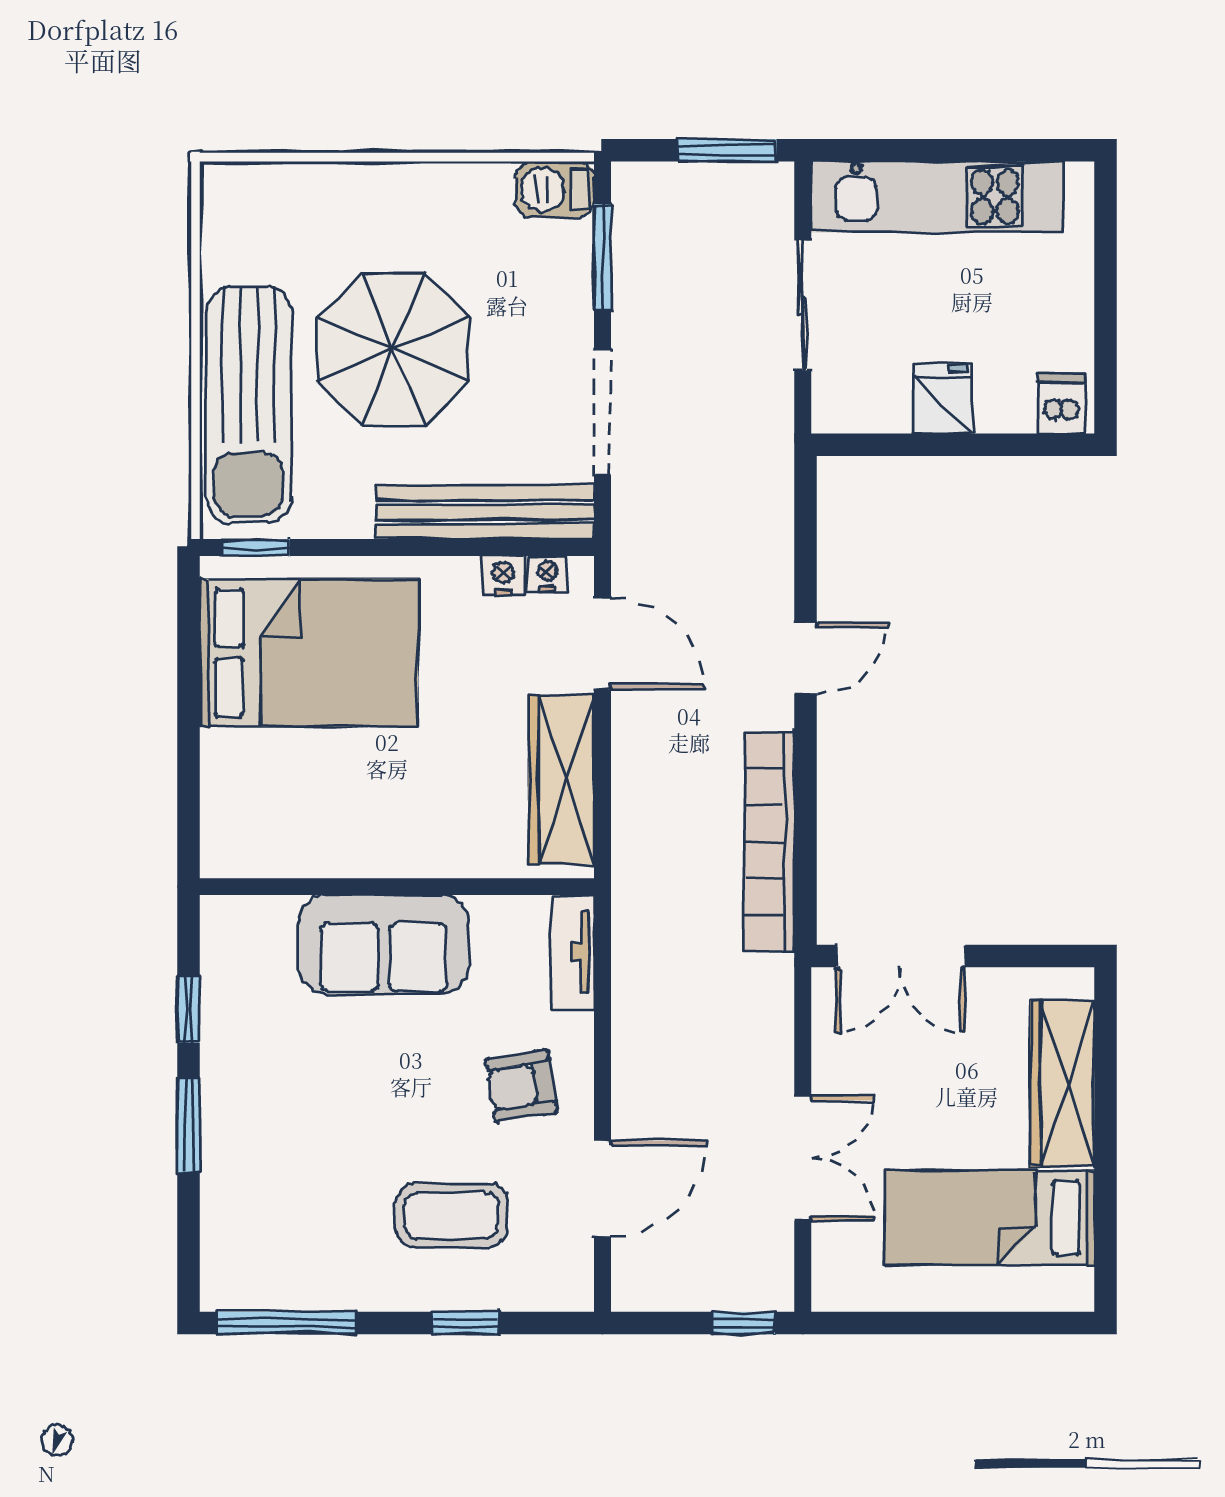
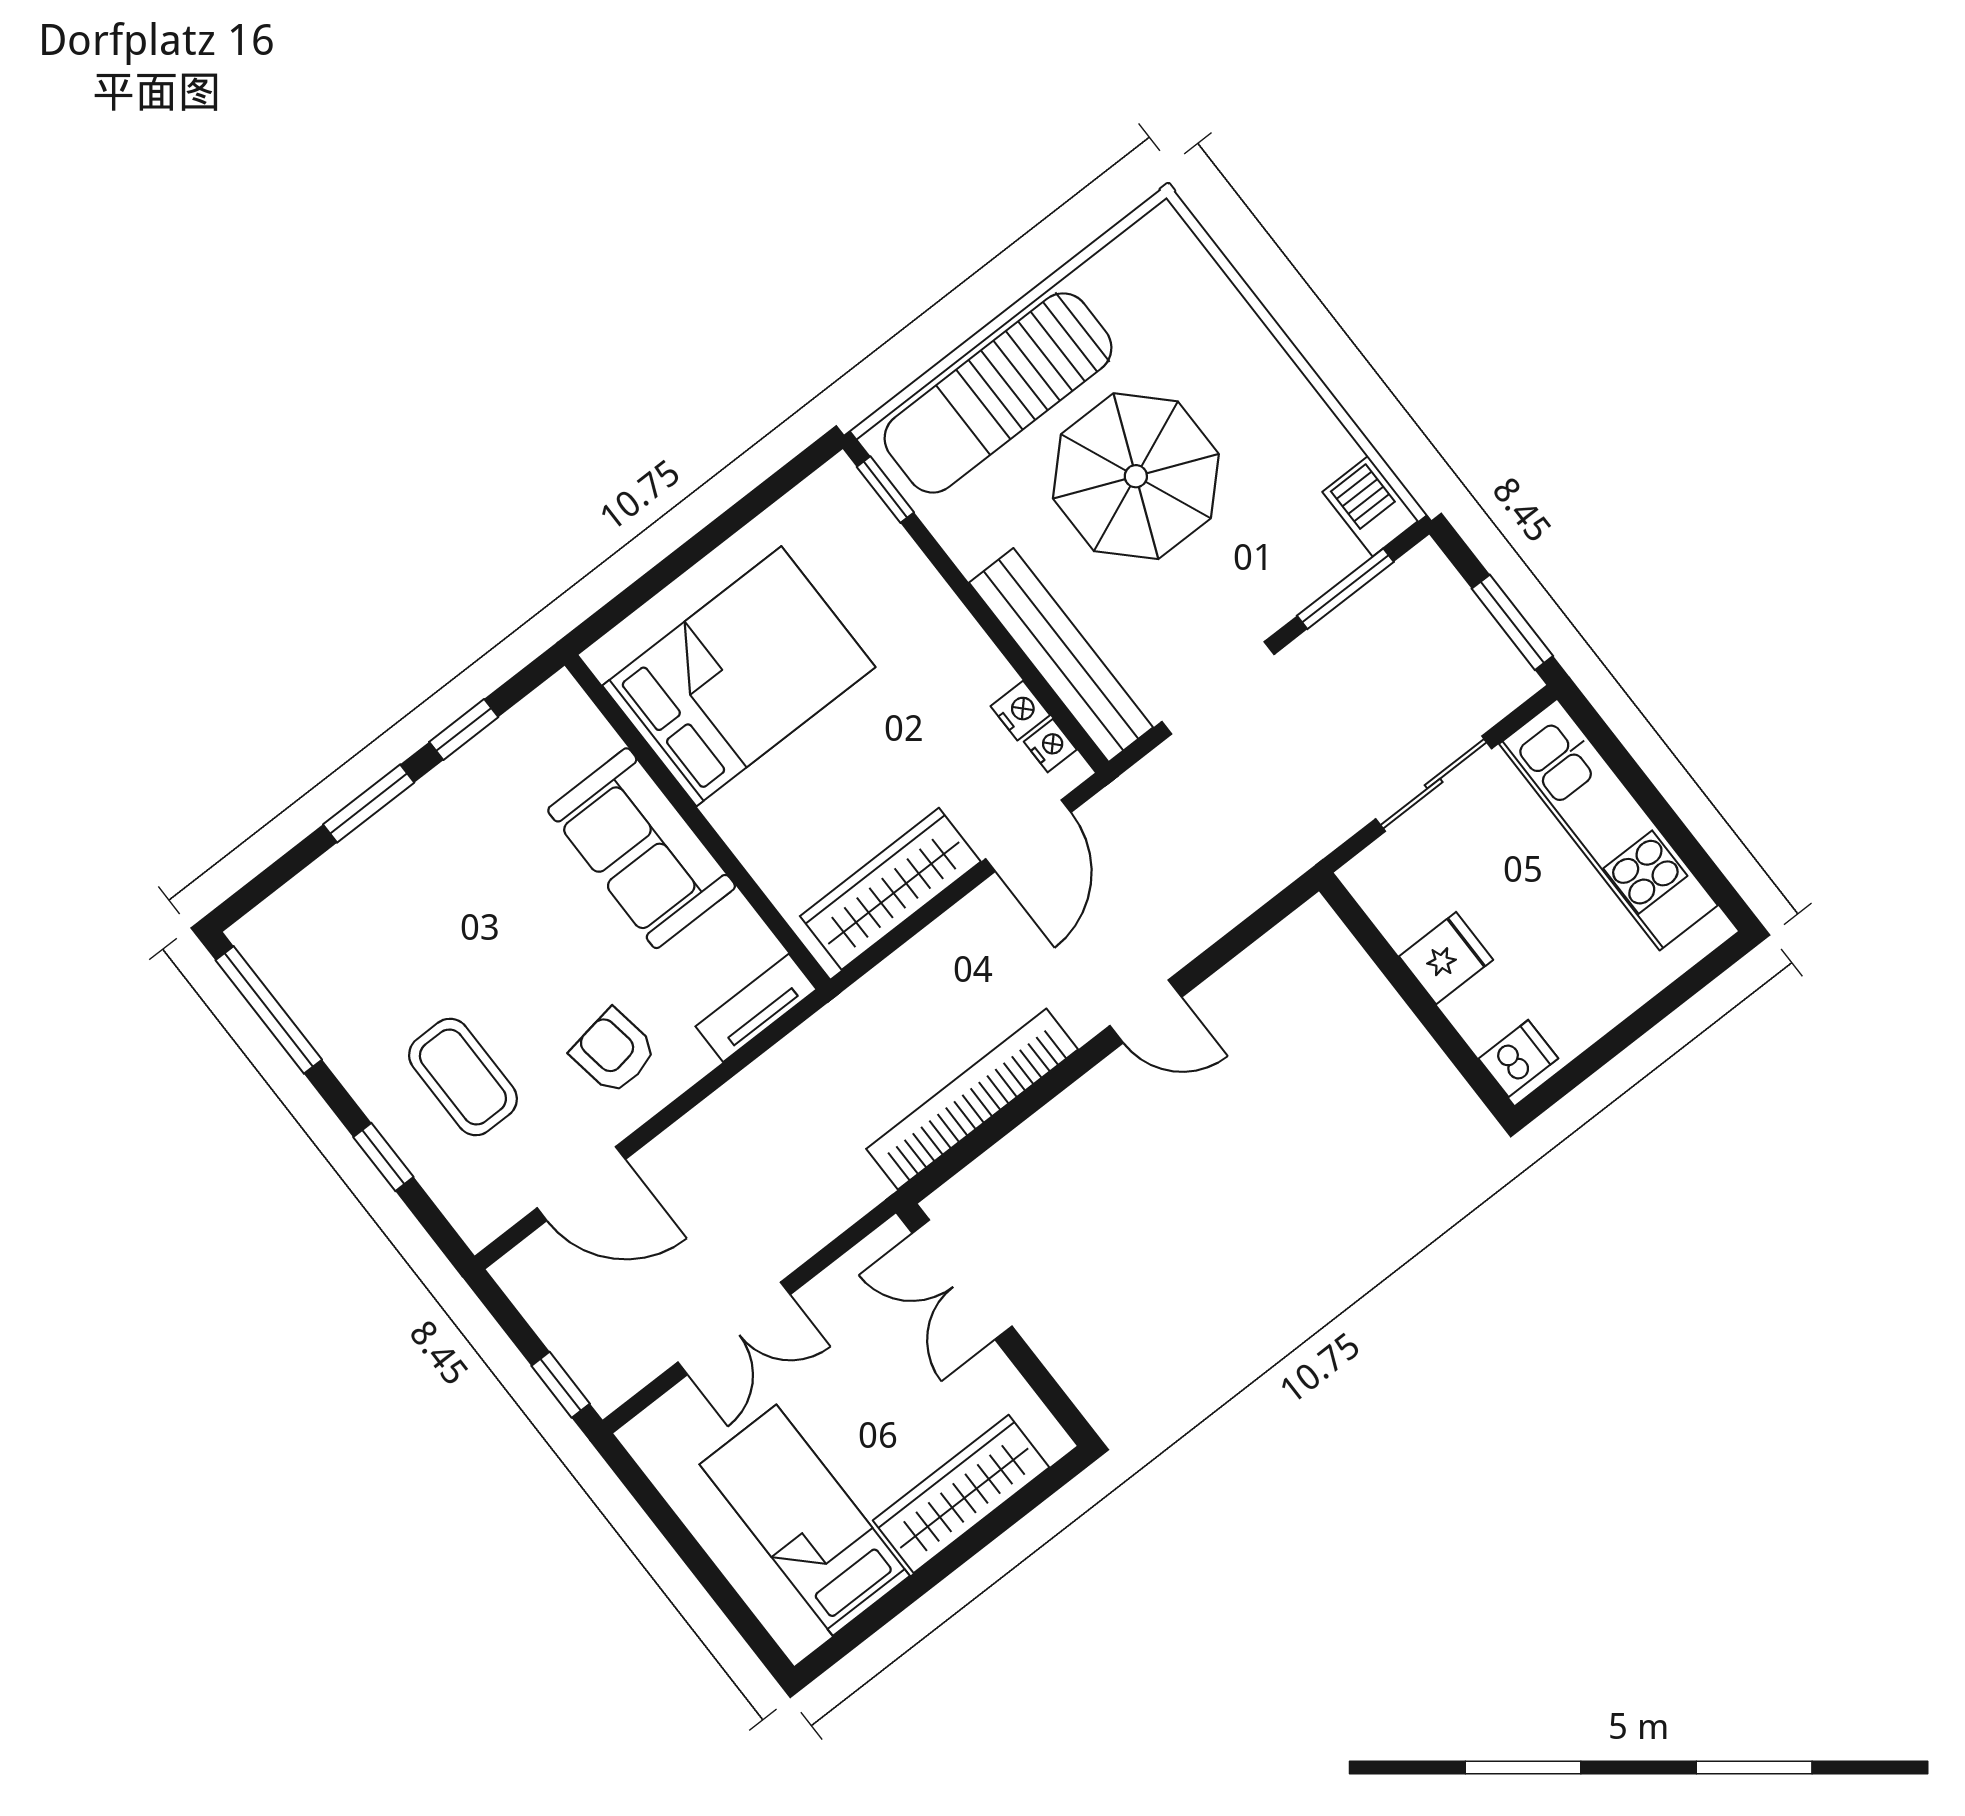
bed: (309, 653) -> (739, 676), moved, turned -90

